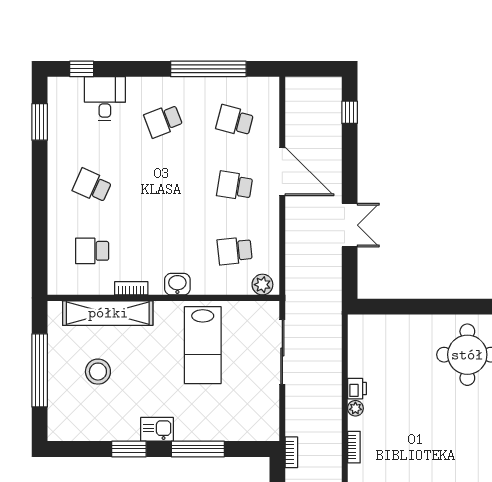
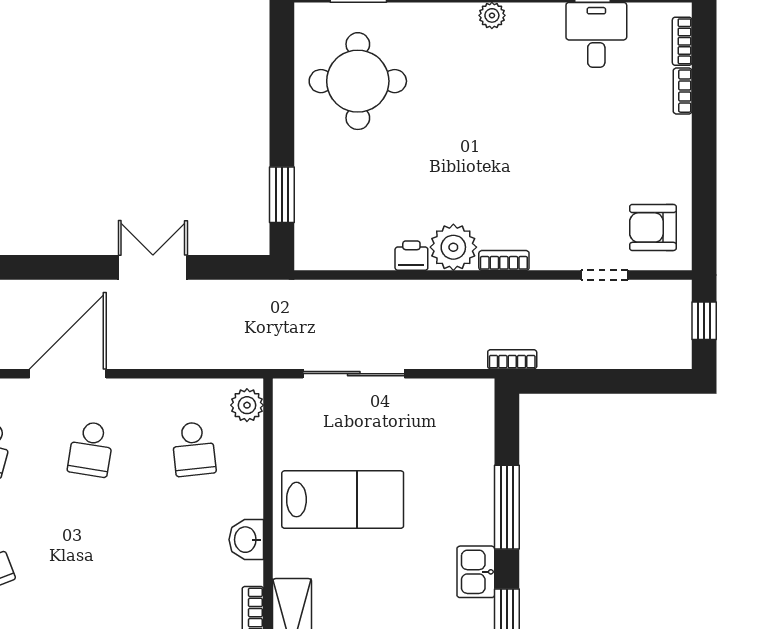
window: (395, 307) -> (282, 195), added
plant: (355, 408) -> (453, 247), width x1.88, depth x1.88

